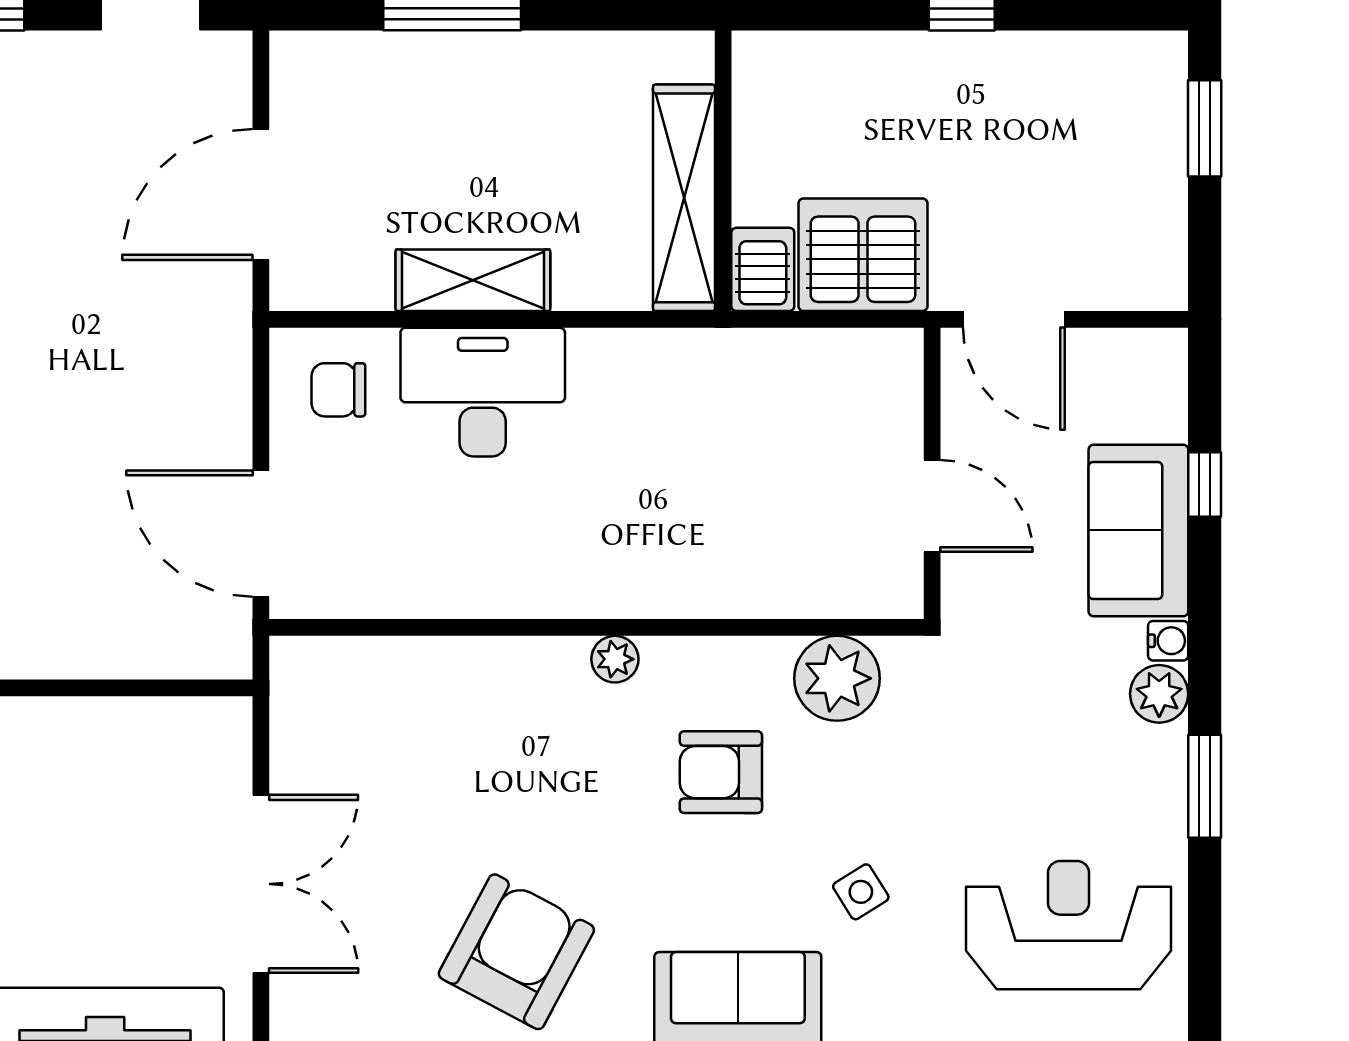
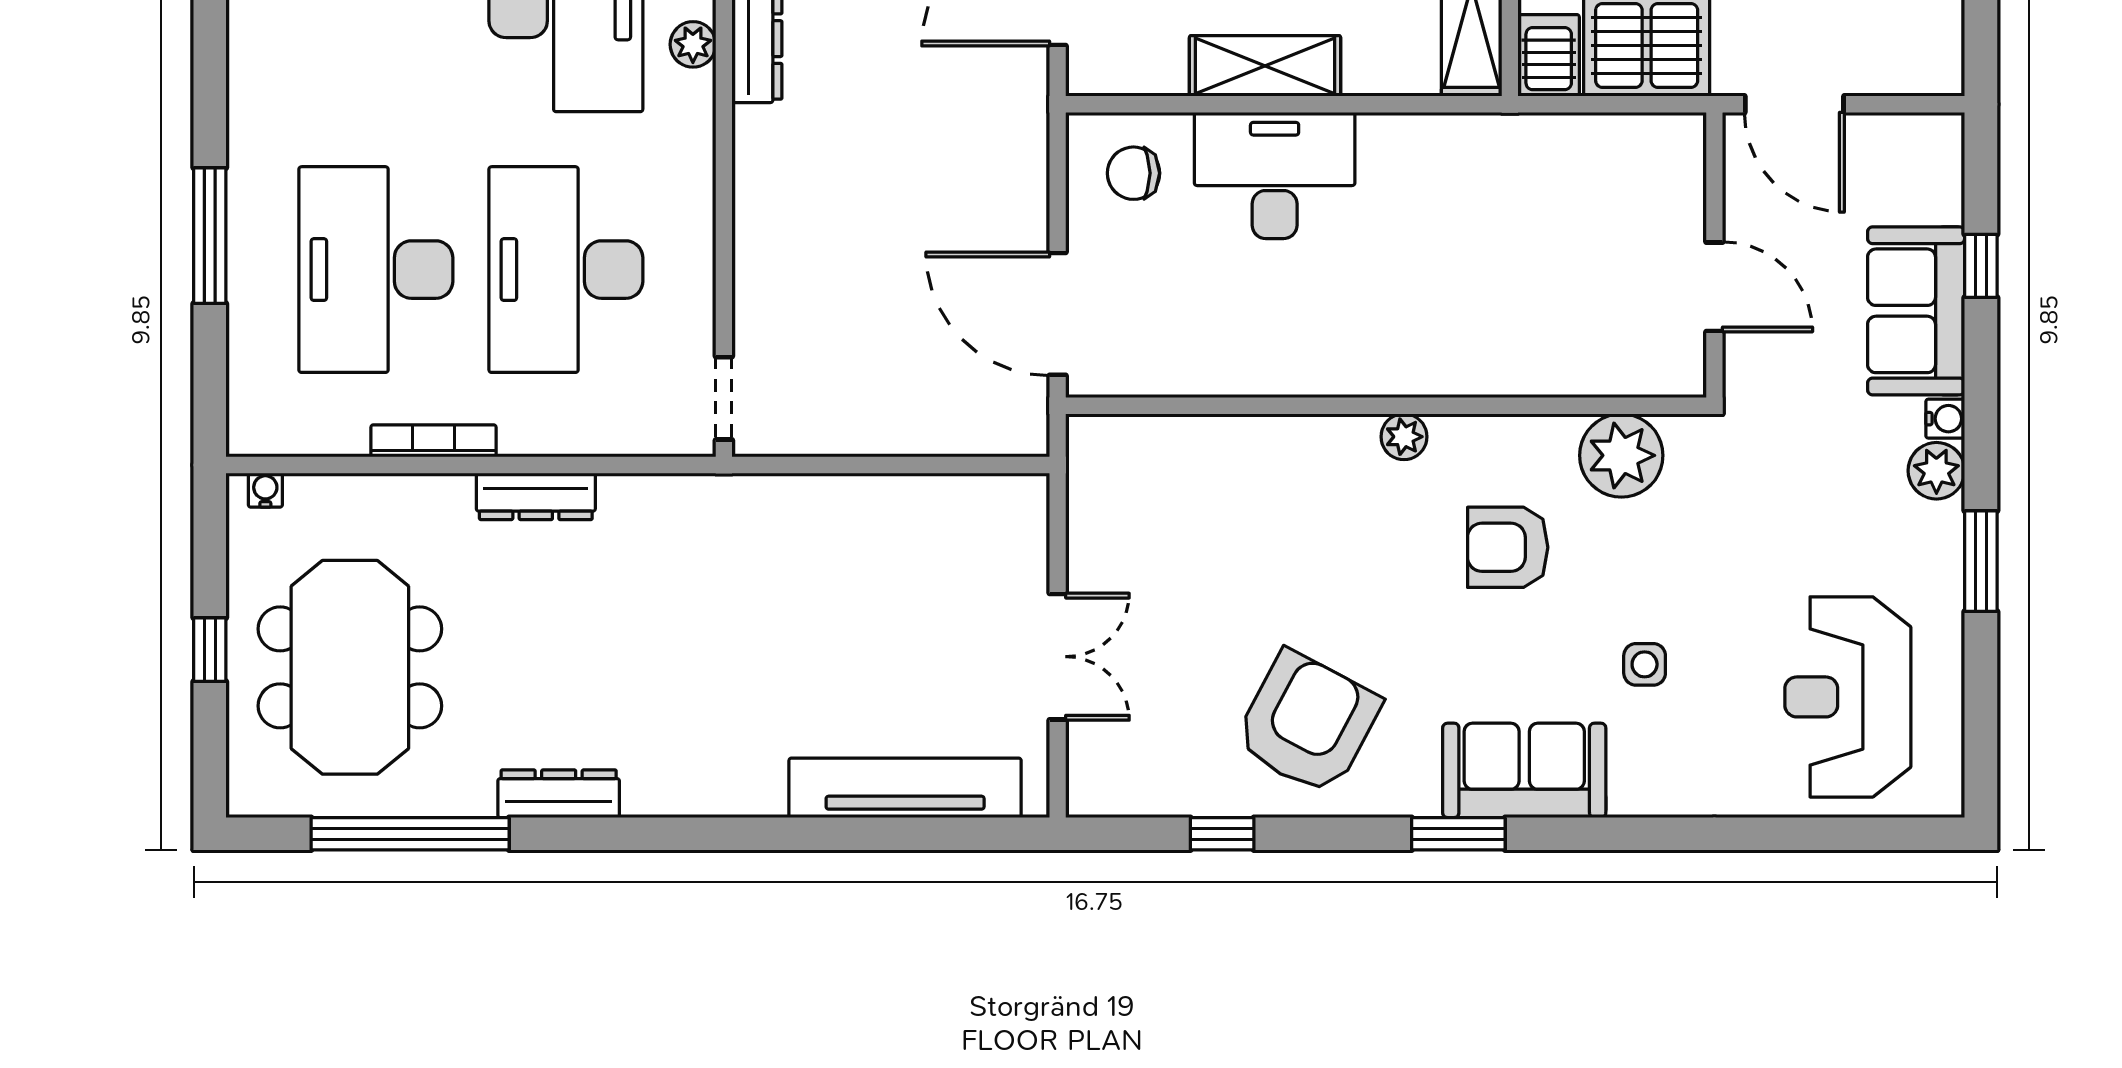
double door: (261, 884) -> (1058, 657), width x0.73
side table: (861, 892) -> (1645, 664), turned 32
reception desk: (1069, 925) -> (1848, 697), turned -90

